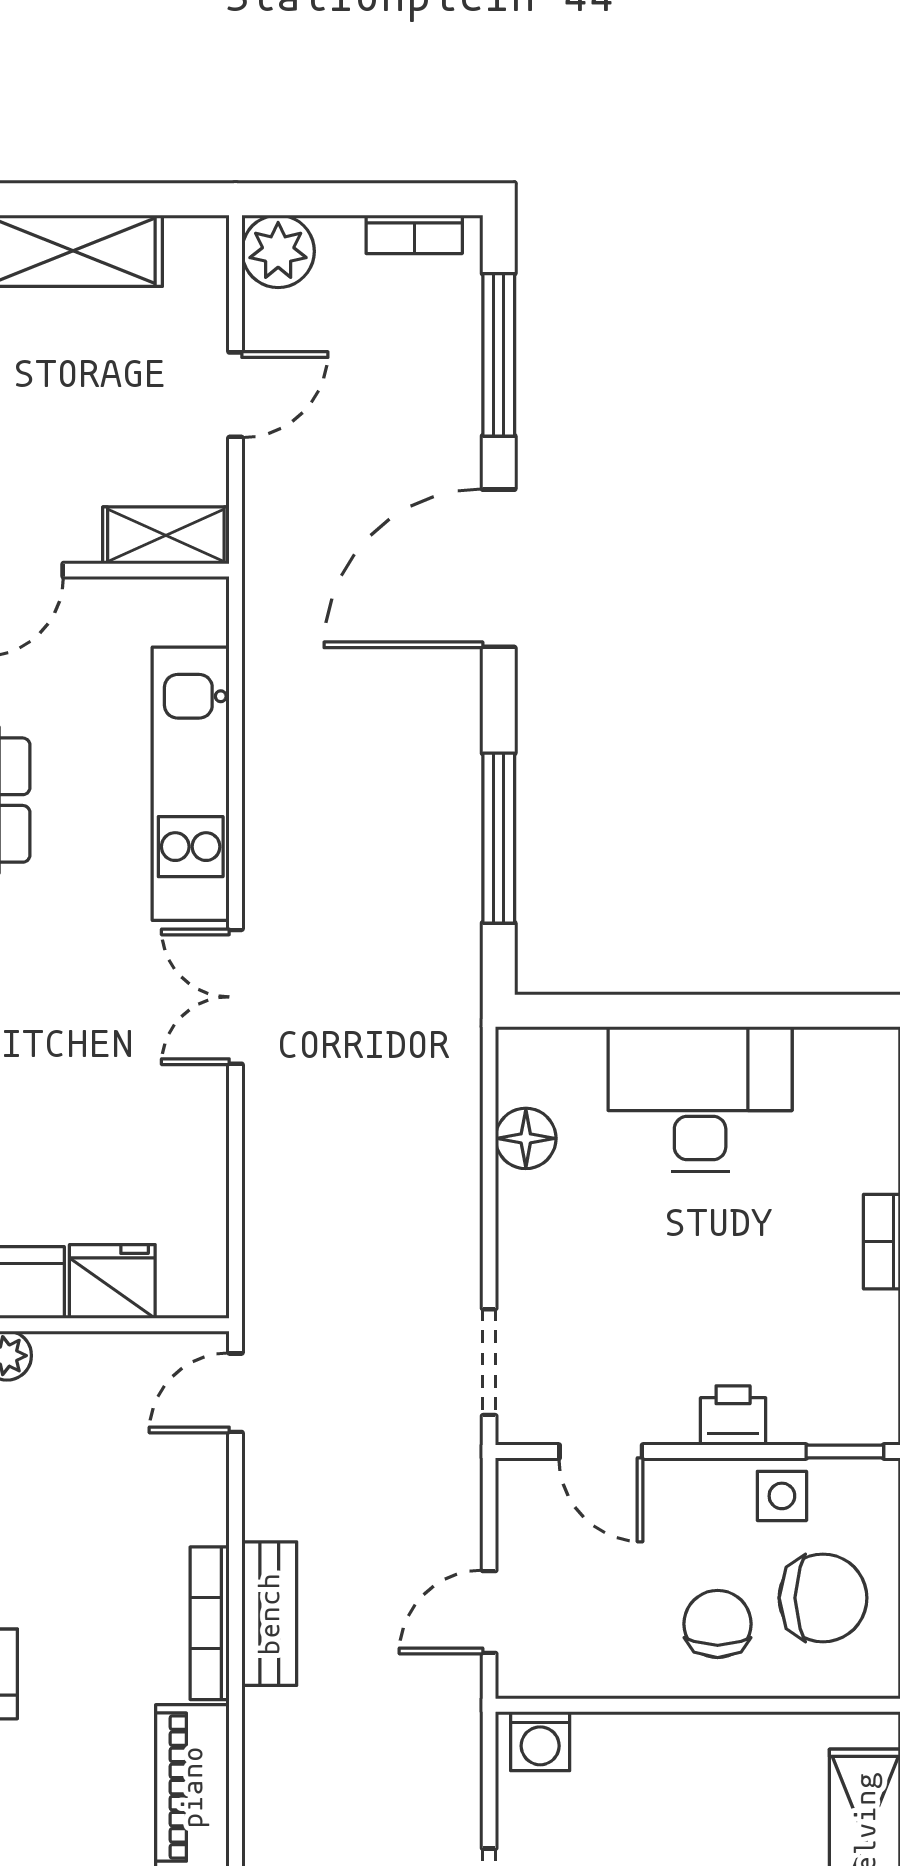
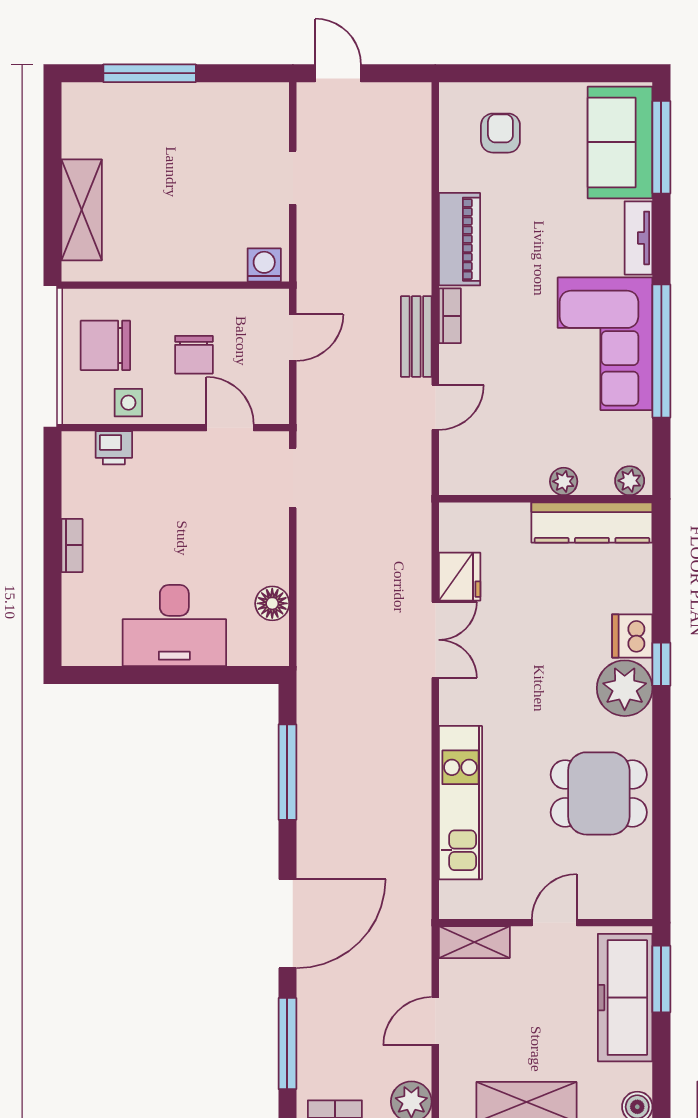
double door: (236, 997) -> (435, 640), moved
fridge: (112, 1281) -> (460, 577), moved, turned -90
door: (236, 1393) -> (435, 407), moved
printer: (733, 1416) -> (114, 448), moved
window: (845, 1452) -> (93, 428), removed
bookcase: (210, 1623) -> (450, 316), width x0.64
chair: (718, 1624) -> (194, 355), moved

